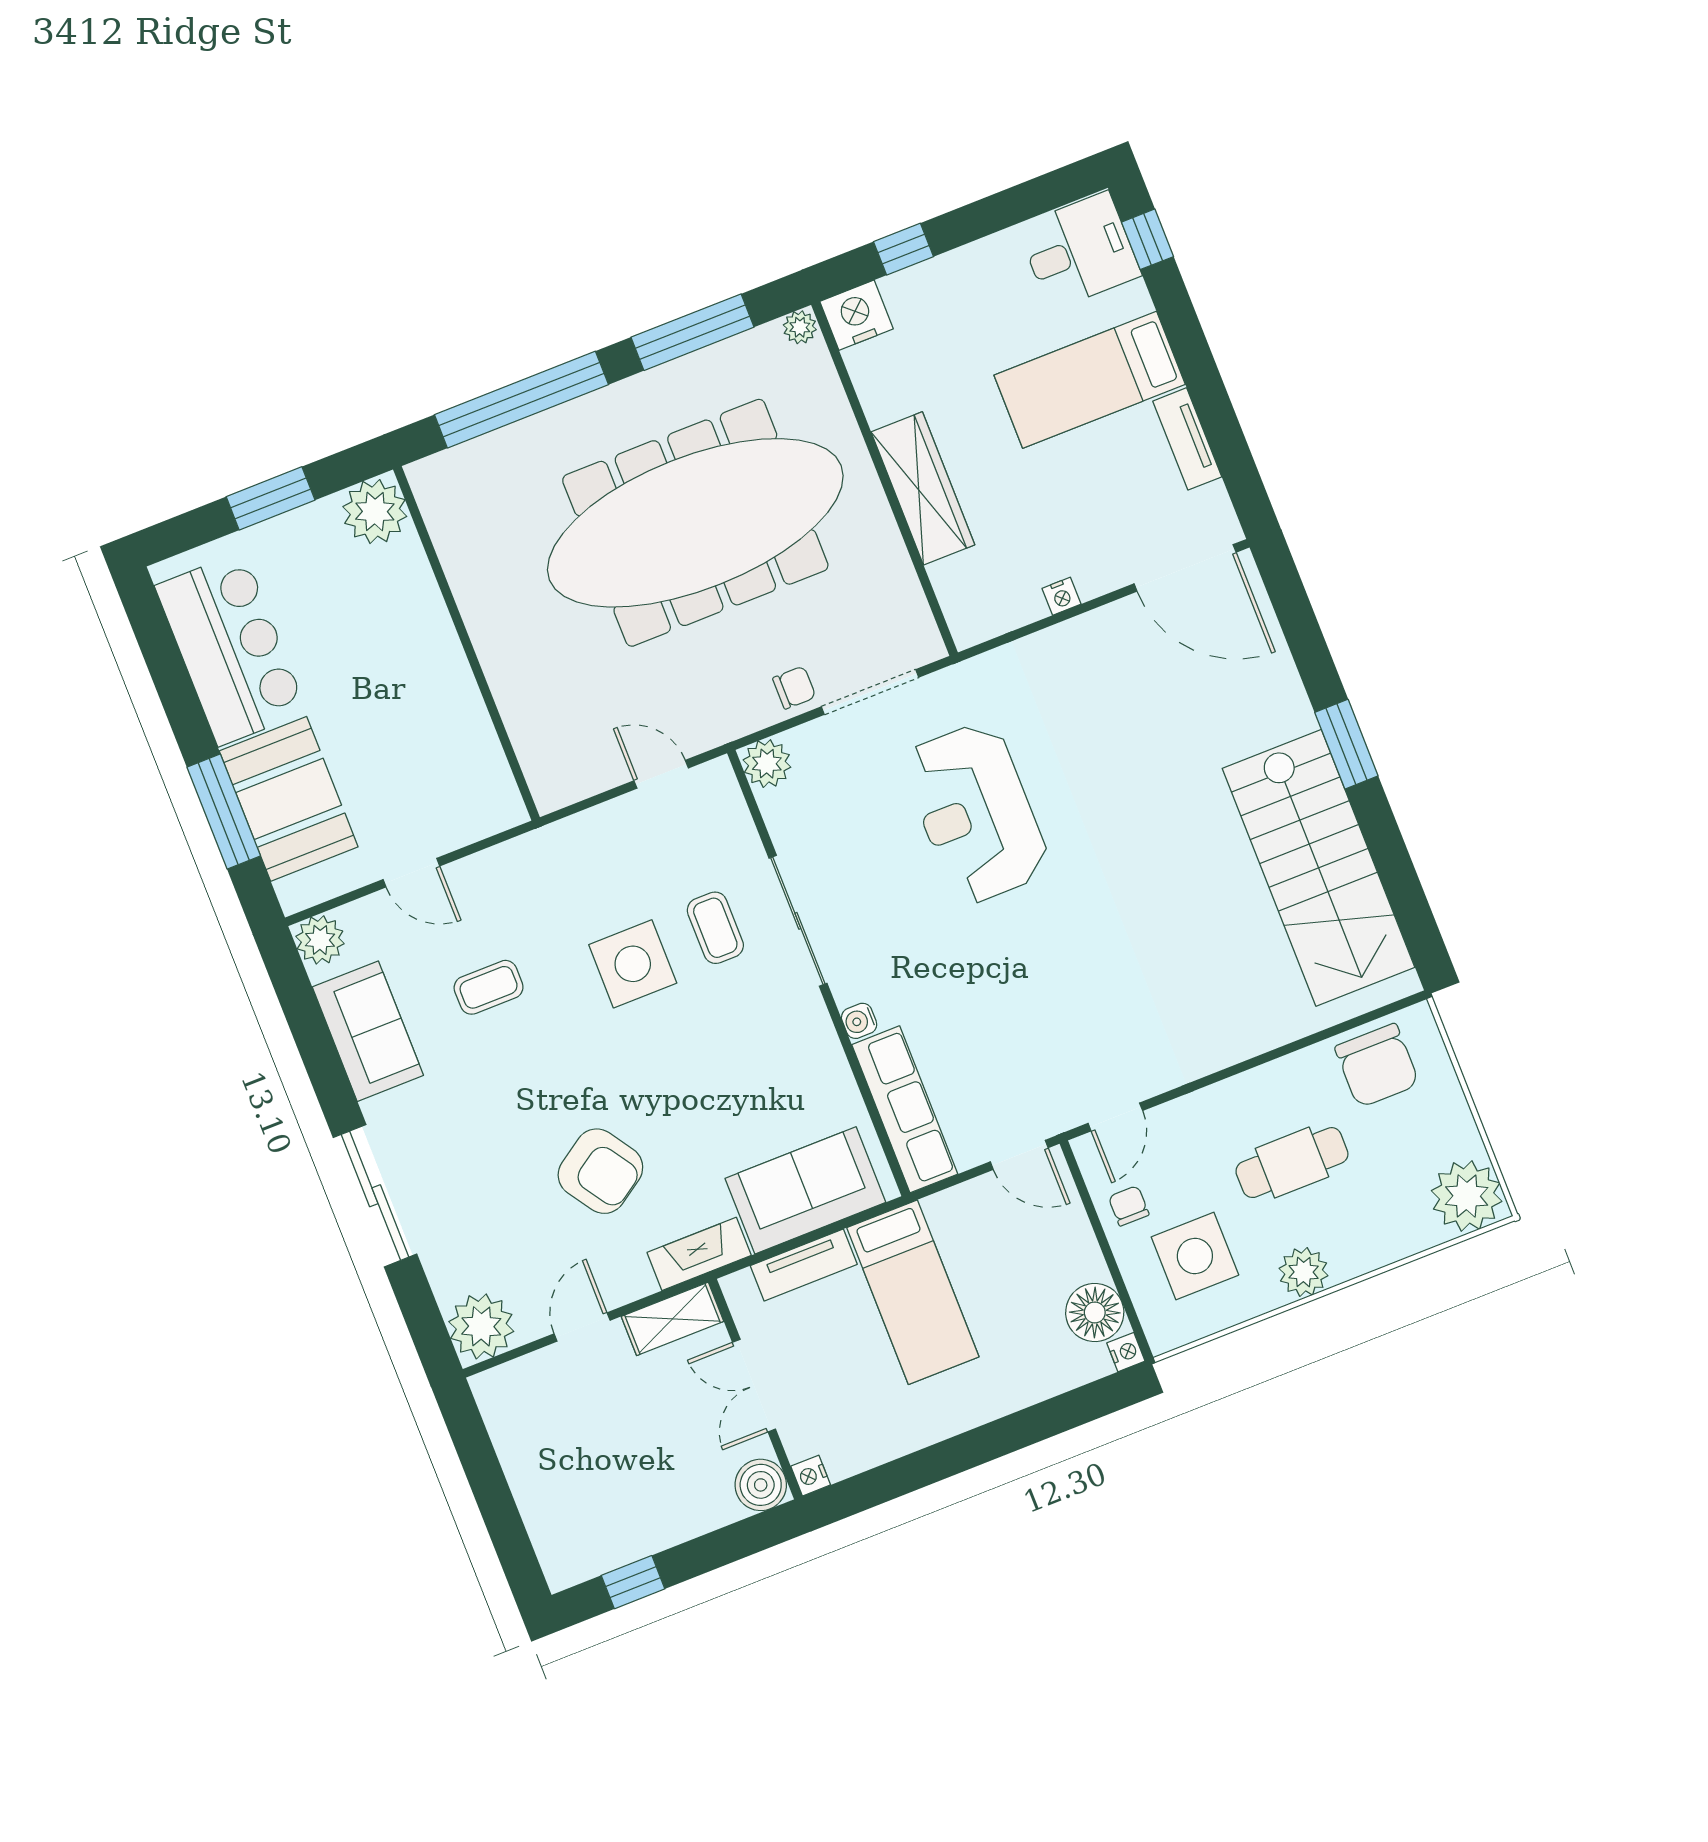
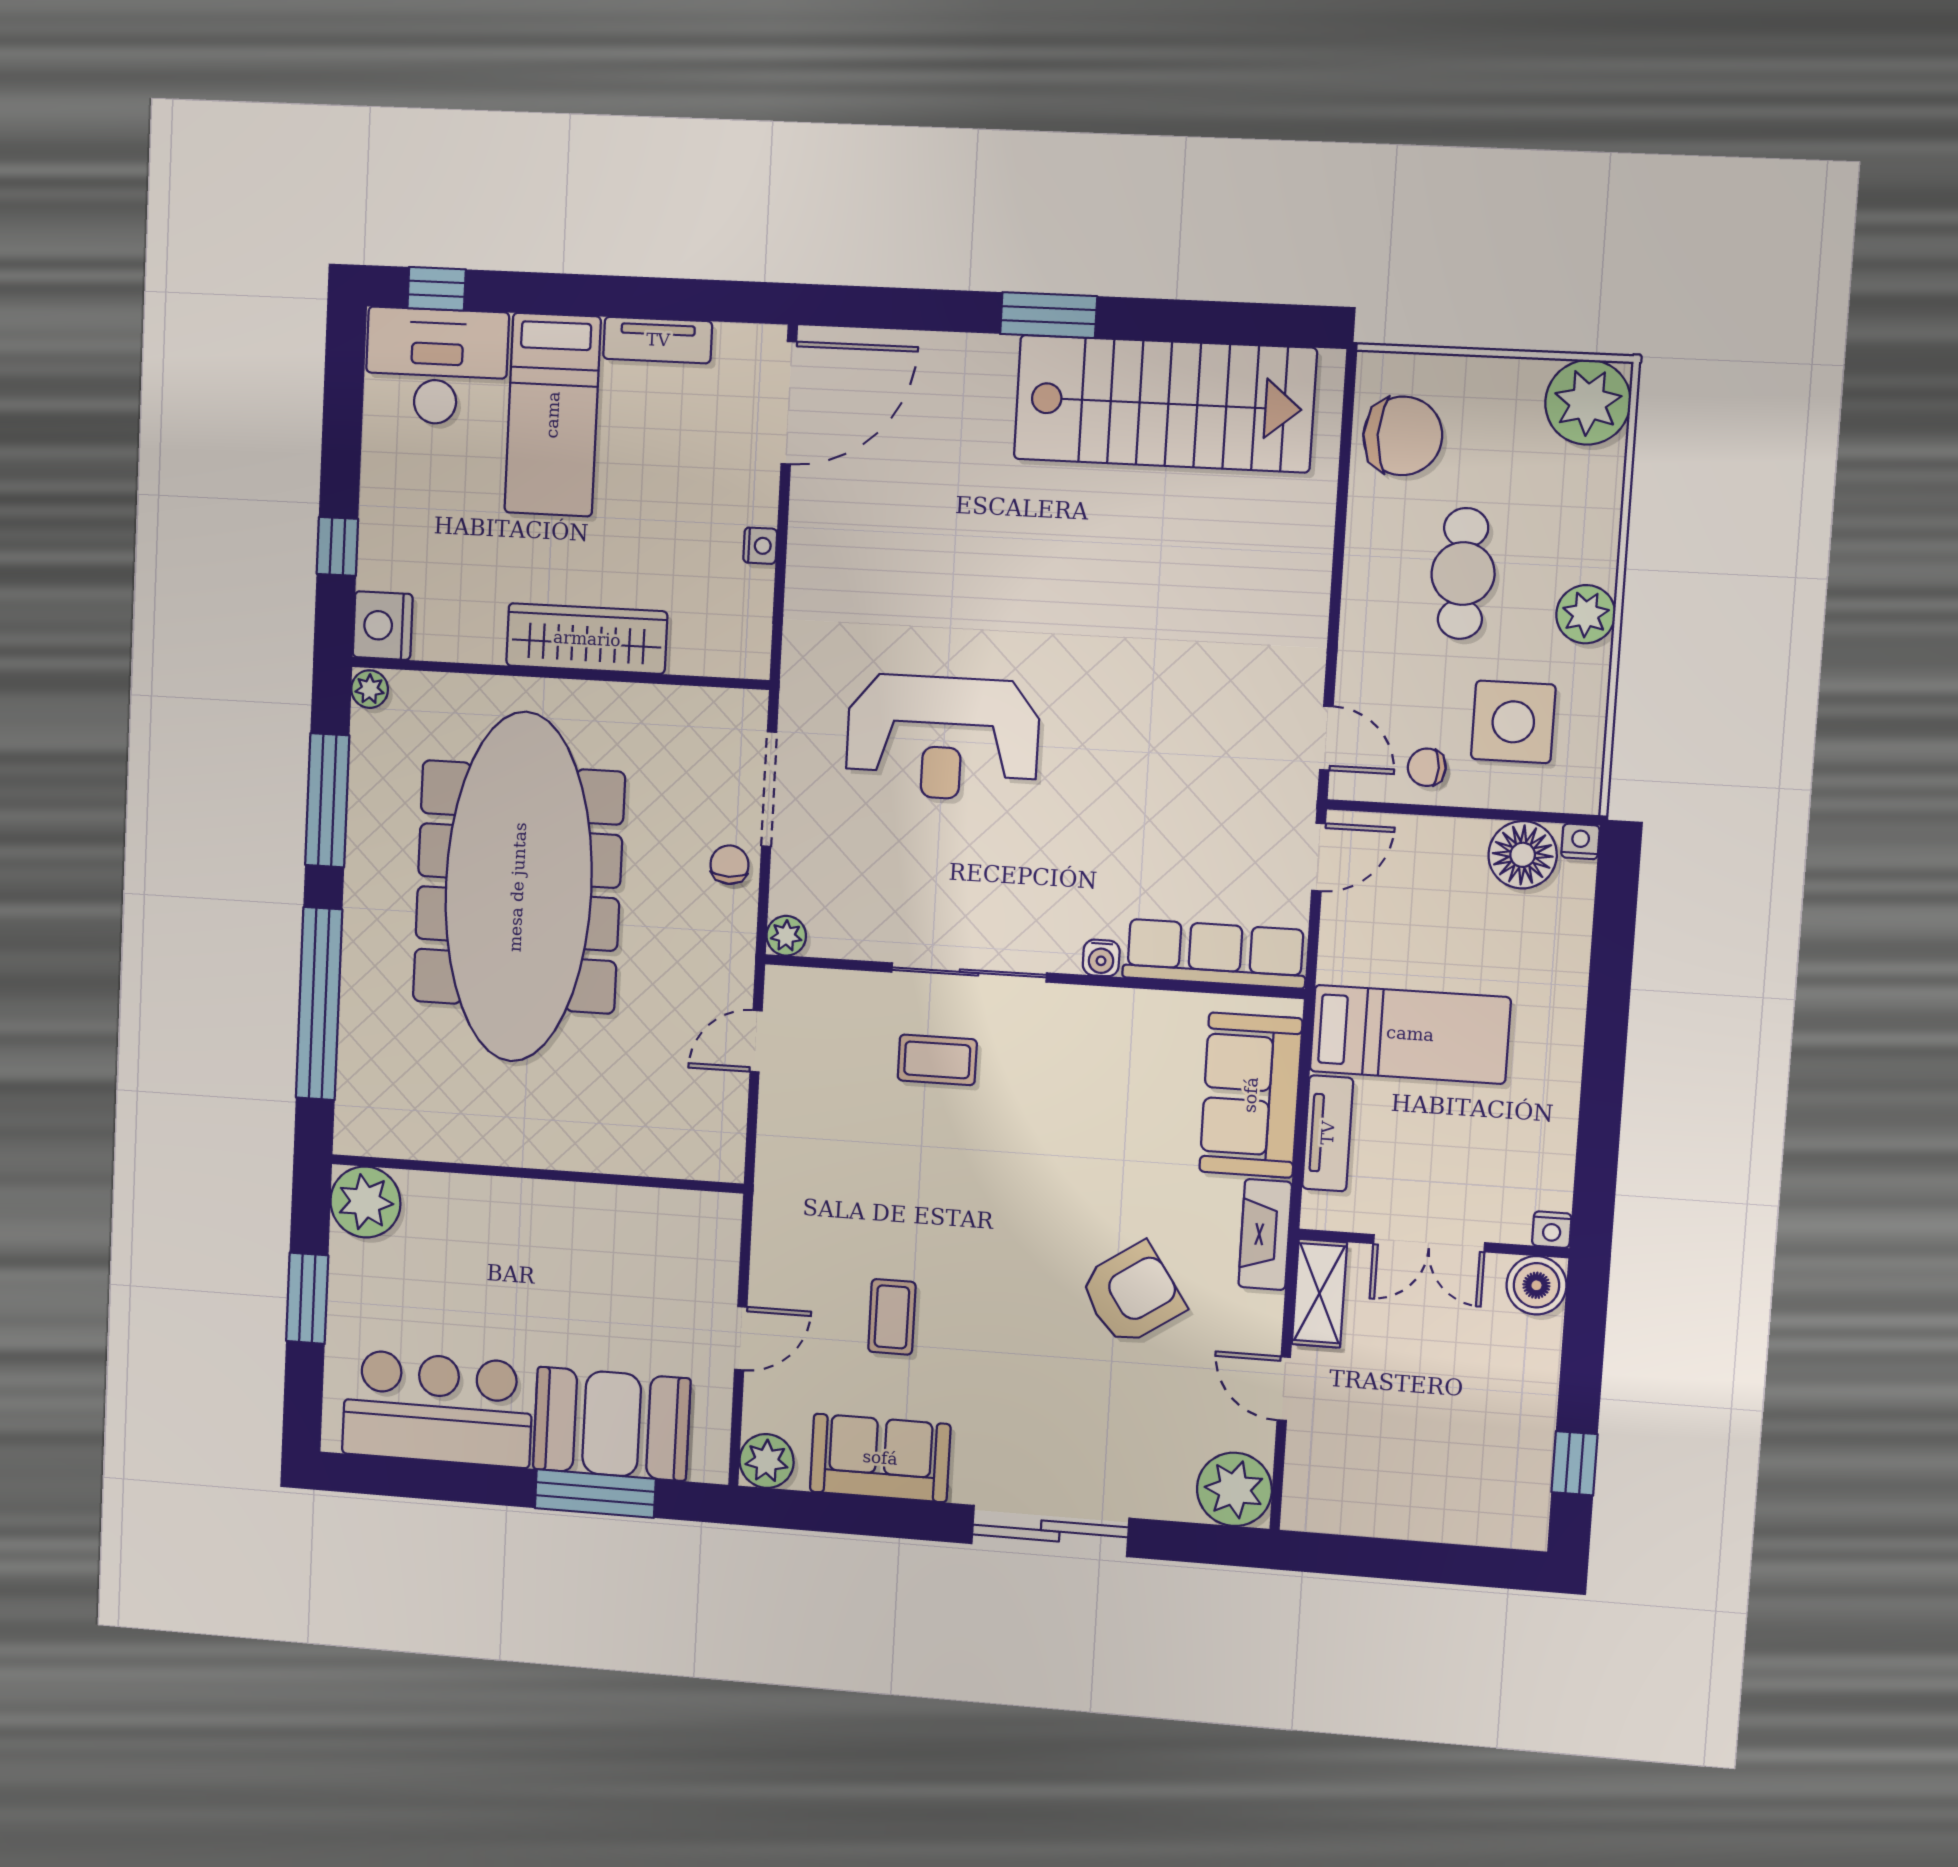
desk: (1079, 251) -> (437, 366), width x1.37
plant: (767, 764) -> (786, 936), width x0.73, depth x0.73
side table: (633, 964) -> (935, 1161), removed

